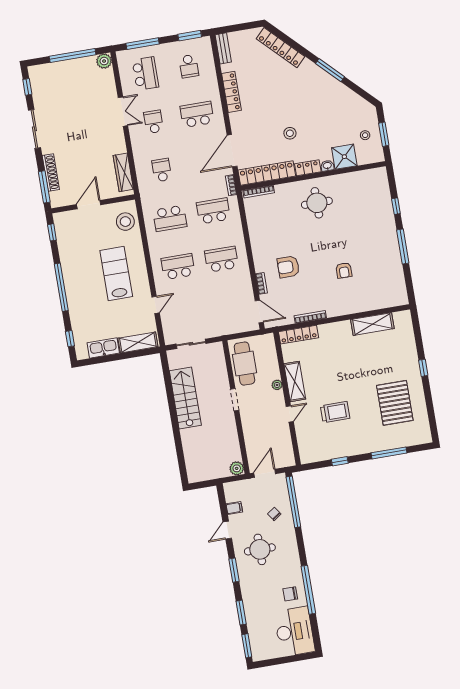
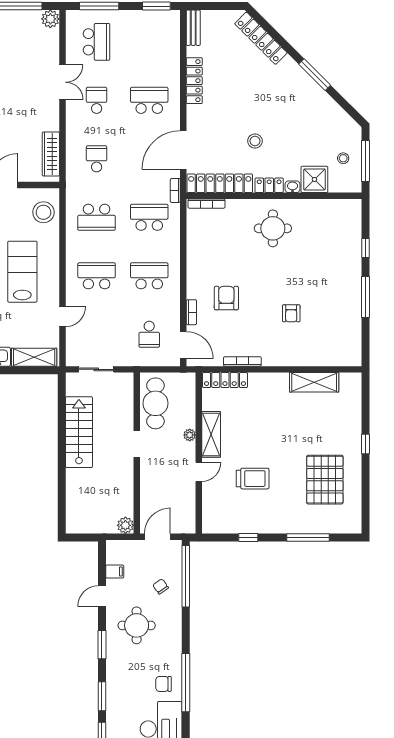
school desk: (189, 66) -> (149, 334), moved
window: (384, 134) -> (365, 161), width x1.44
armchair: (288, 267) -> (226, 298), turned 90

